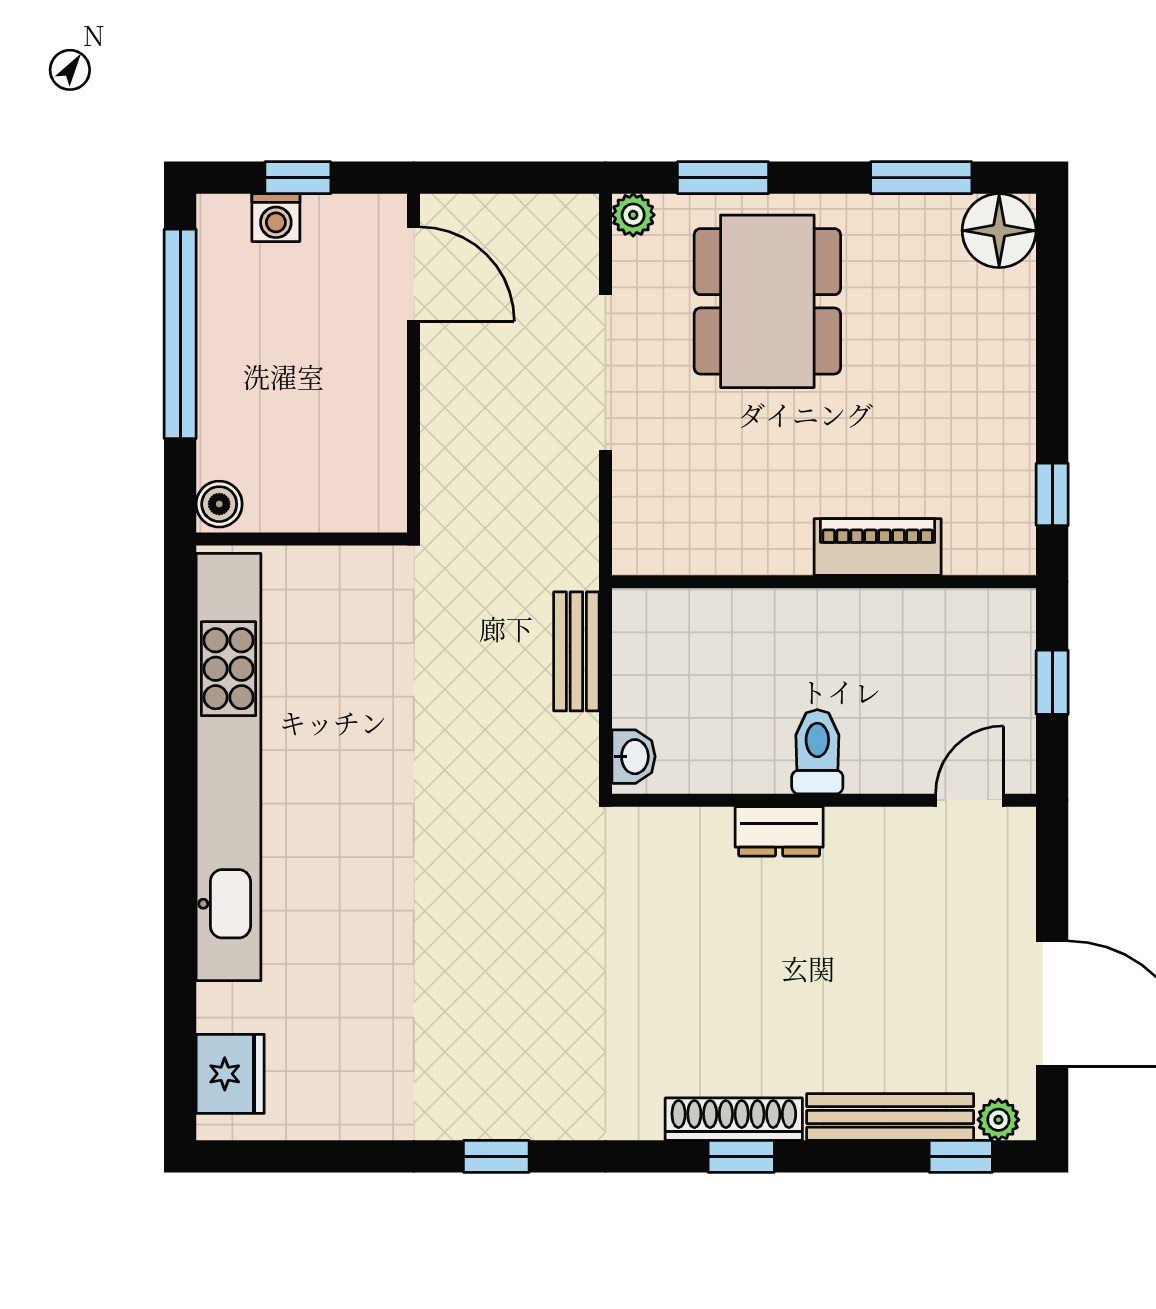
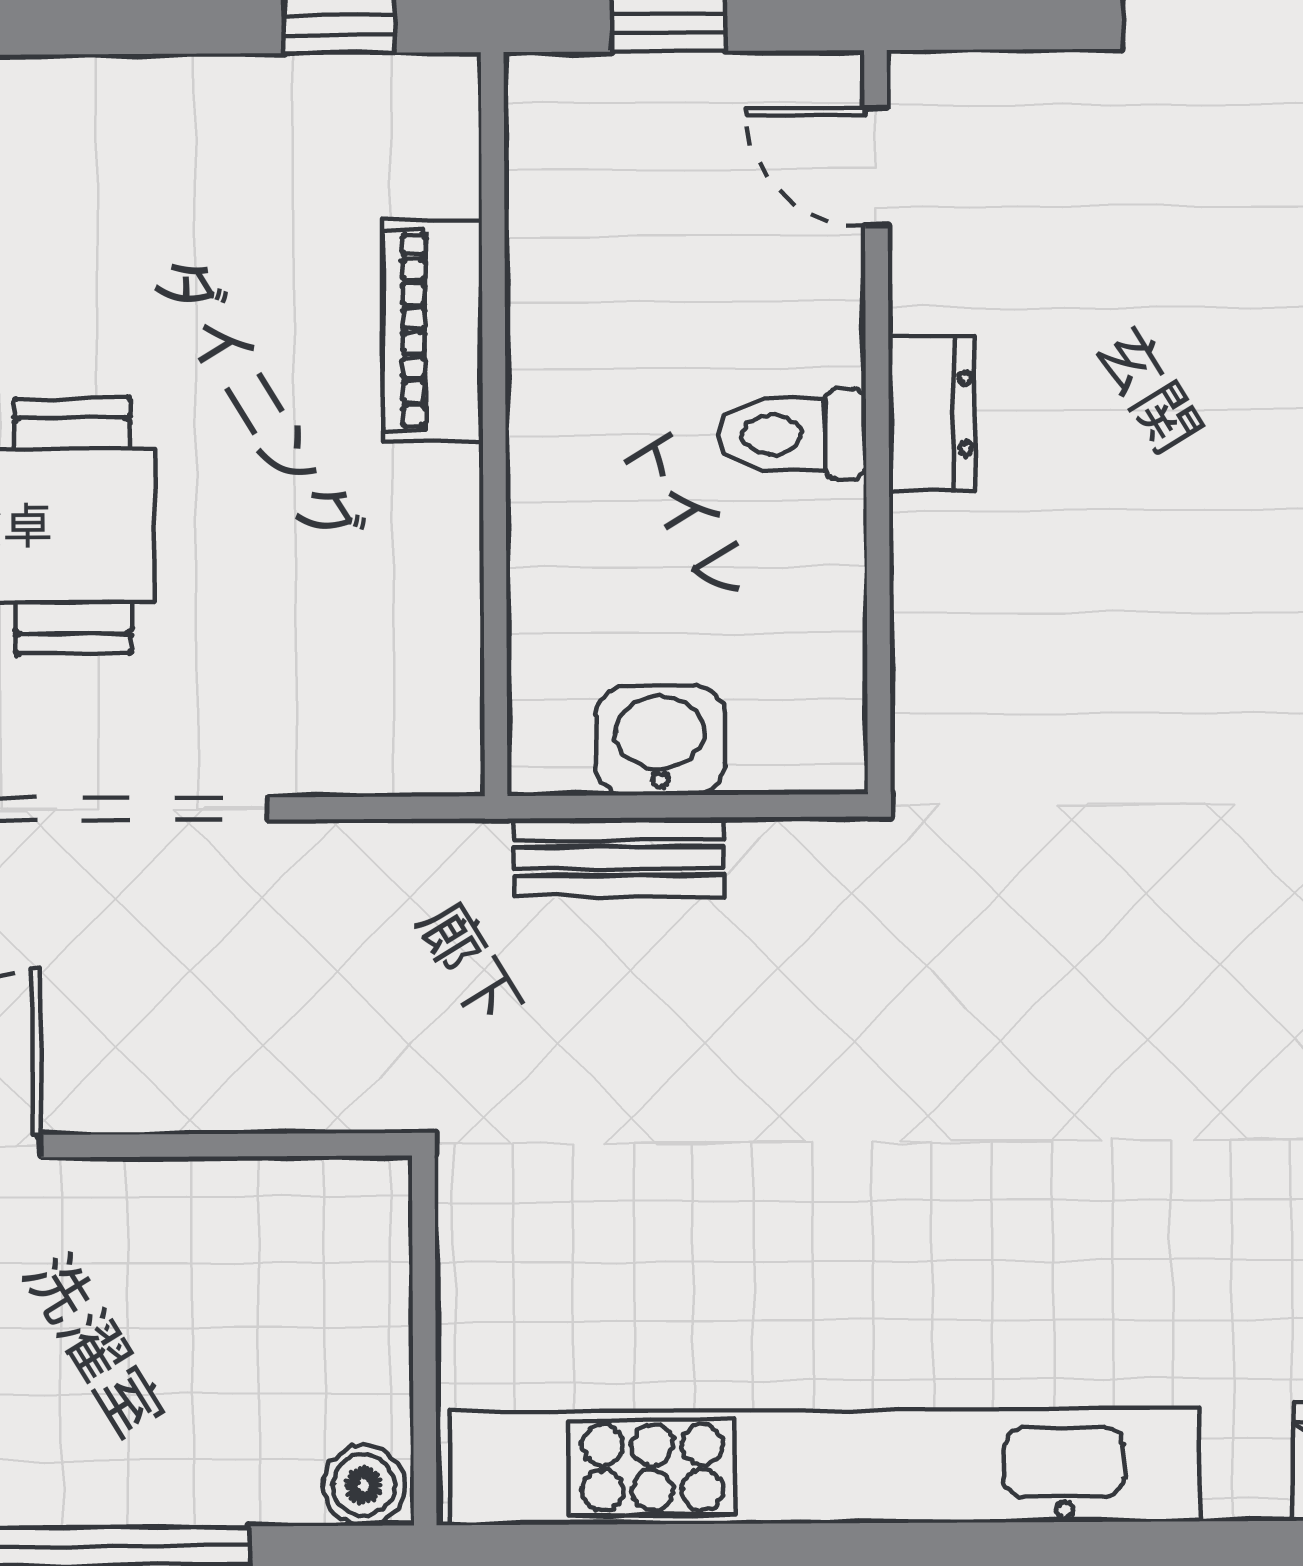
washbasin: (634, 757) -> (660, 740), moved, width x1.38, depth x1.45
dresser: (779, 831) -> (932, 414), moved

